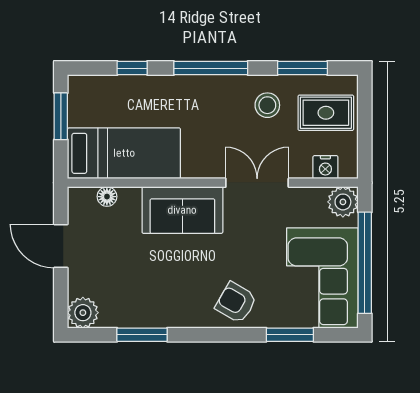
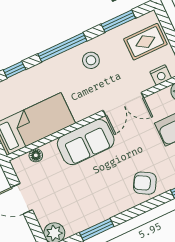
stool: (267, 105) -> (91, 60), moved
double door: (257, 183) -> (123, 104), swing flipped

